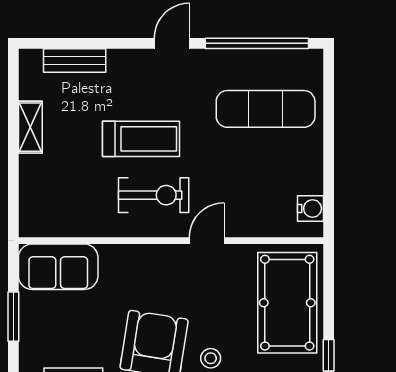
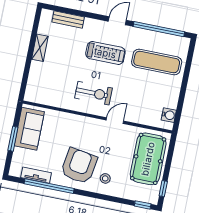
treadmill: (141, 139) -> (105, 53), moved
sofa: (58, 267) -> (29, 129), moved, turned -90

